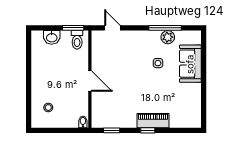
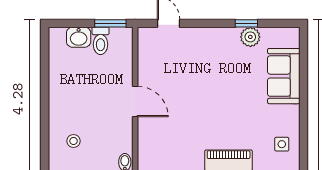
window: (165, 28) -> (246, 23), width x0.46
toilet: (77, 40) -> (101, 41), moved
side table: (158, 63) -> (282, 144), moved

